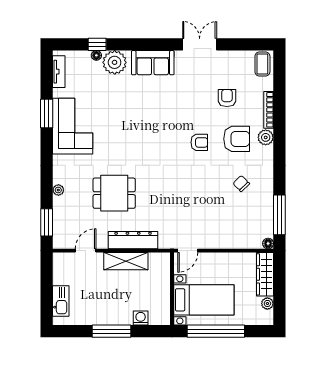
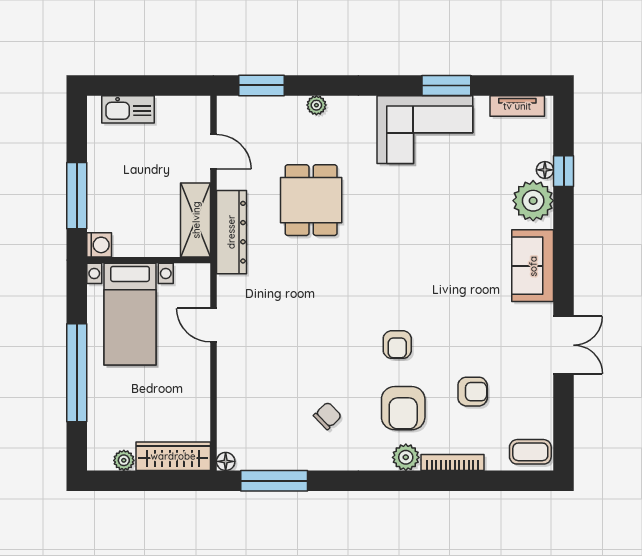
wall: (172, 289) -> (149, 260), moved
bed with nightstands: (204, 300) -> (130, 314), moved

